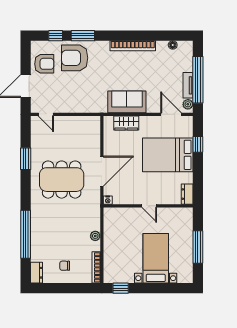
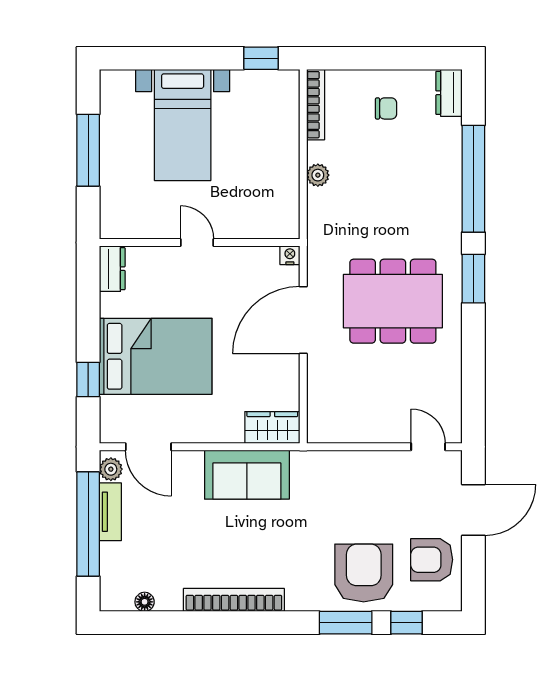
armchair: (75, 58) -> (364, 573), turned -90
wardrobe: (126, 123) -> (272, 427), moved
window: (26, 159) -> (473, 279), moved

